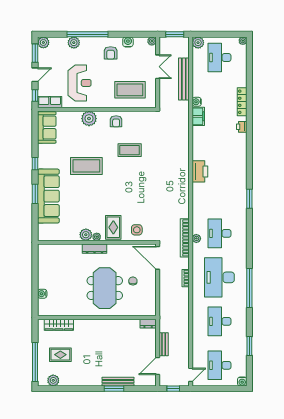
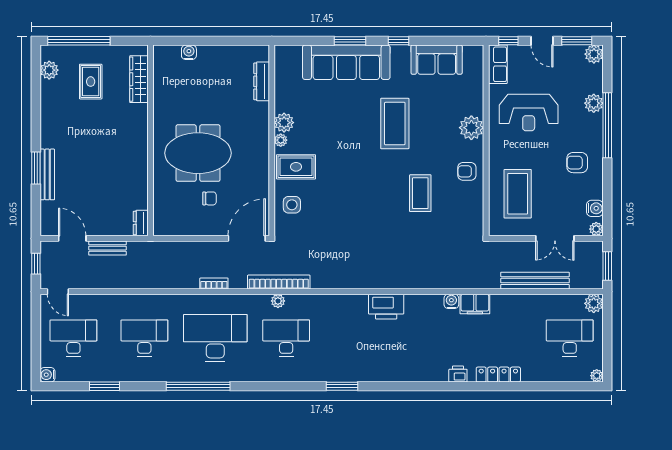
water cooler: (128, 42) -> (595, 208), moved
water cooler: (197, 102) -> (451, 301), moved
sofa: (47, 127) -> (437, 60), moved
dresser: (95, 249) -> (262, 81), moved

